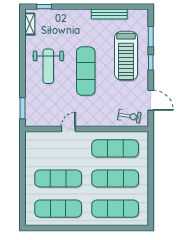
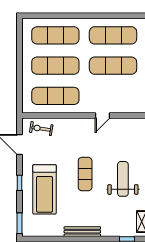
bench: (109, 14) -> (82, 232), moved
window: (151, 37) -> (20, 223), moved
treadmill: (126, 56) -> (45, 189), turned 180
exercise mat: (86, 71) -> (85, 174), width x0.73, depth x0.69

